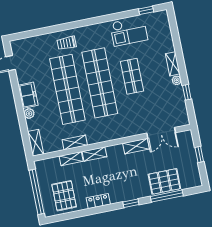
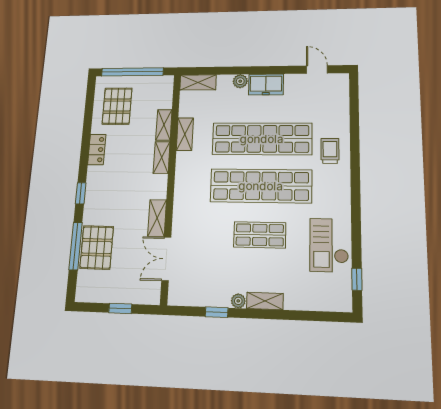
pallet: (64, 196) -> (117, 106), turned 90

